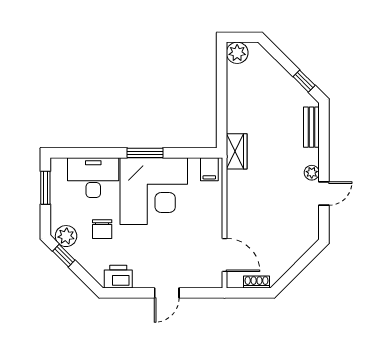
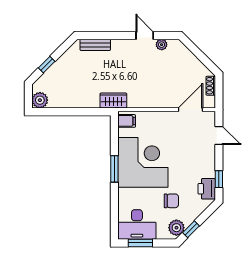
window: (304, 81) -> (47, 65), moved
plant: (312, 173) -> (162, 45), moved
desk: (93, 178) -> (137, 225), moved, turned -90
window: (131, 293) -> (219, 179), added
door: (167, 293) -> (219, 135), moved

